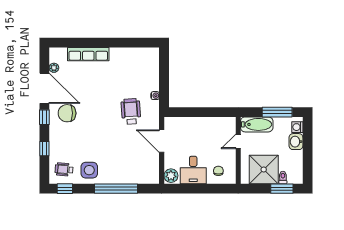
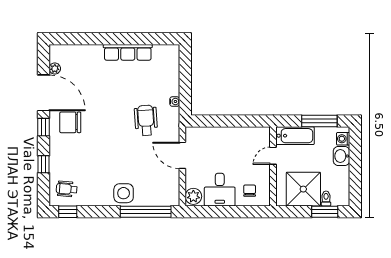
row of seats: (88, 54) -> (128, 52), moved
side table: (89, 170) -> (124, 193), moved
window: (116, 189) -> (146, 212), moved

